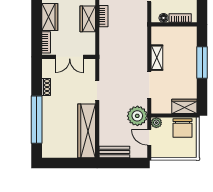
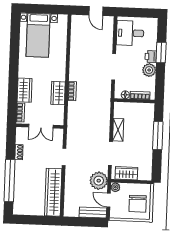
wardrobe: (184, 106) -> (126, 173), moved
chair: (182, 128) -> (138, 204), moved
bench: (114, 152) -> (93, 212), moved

